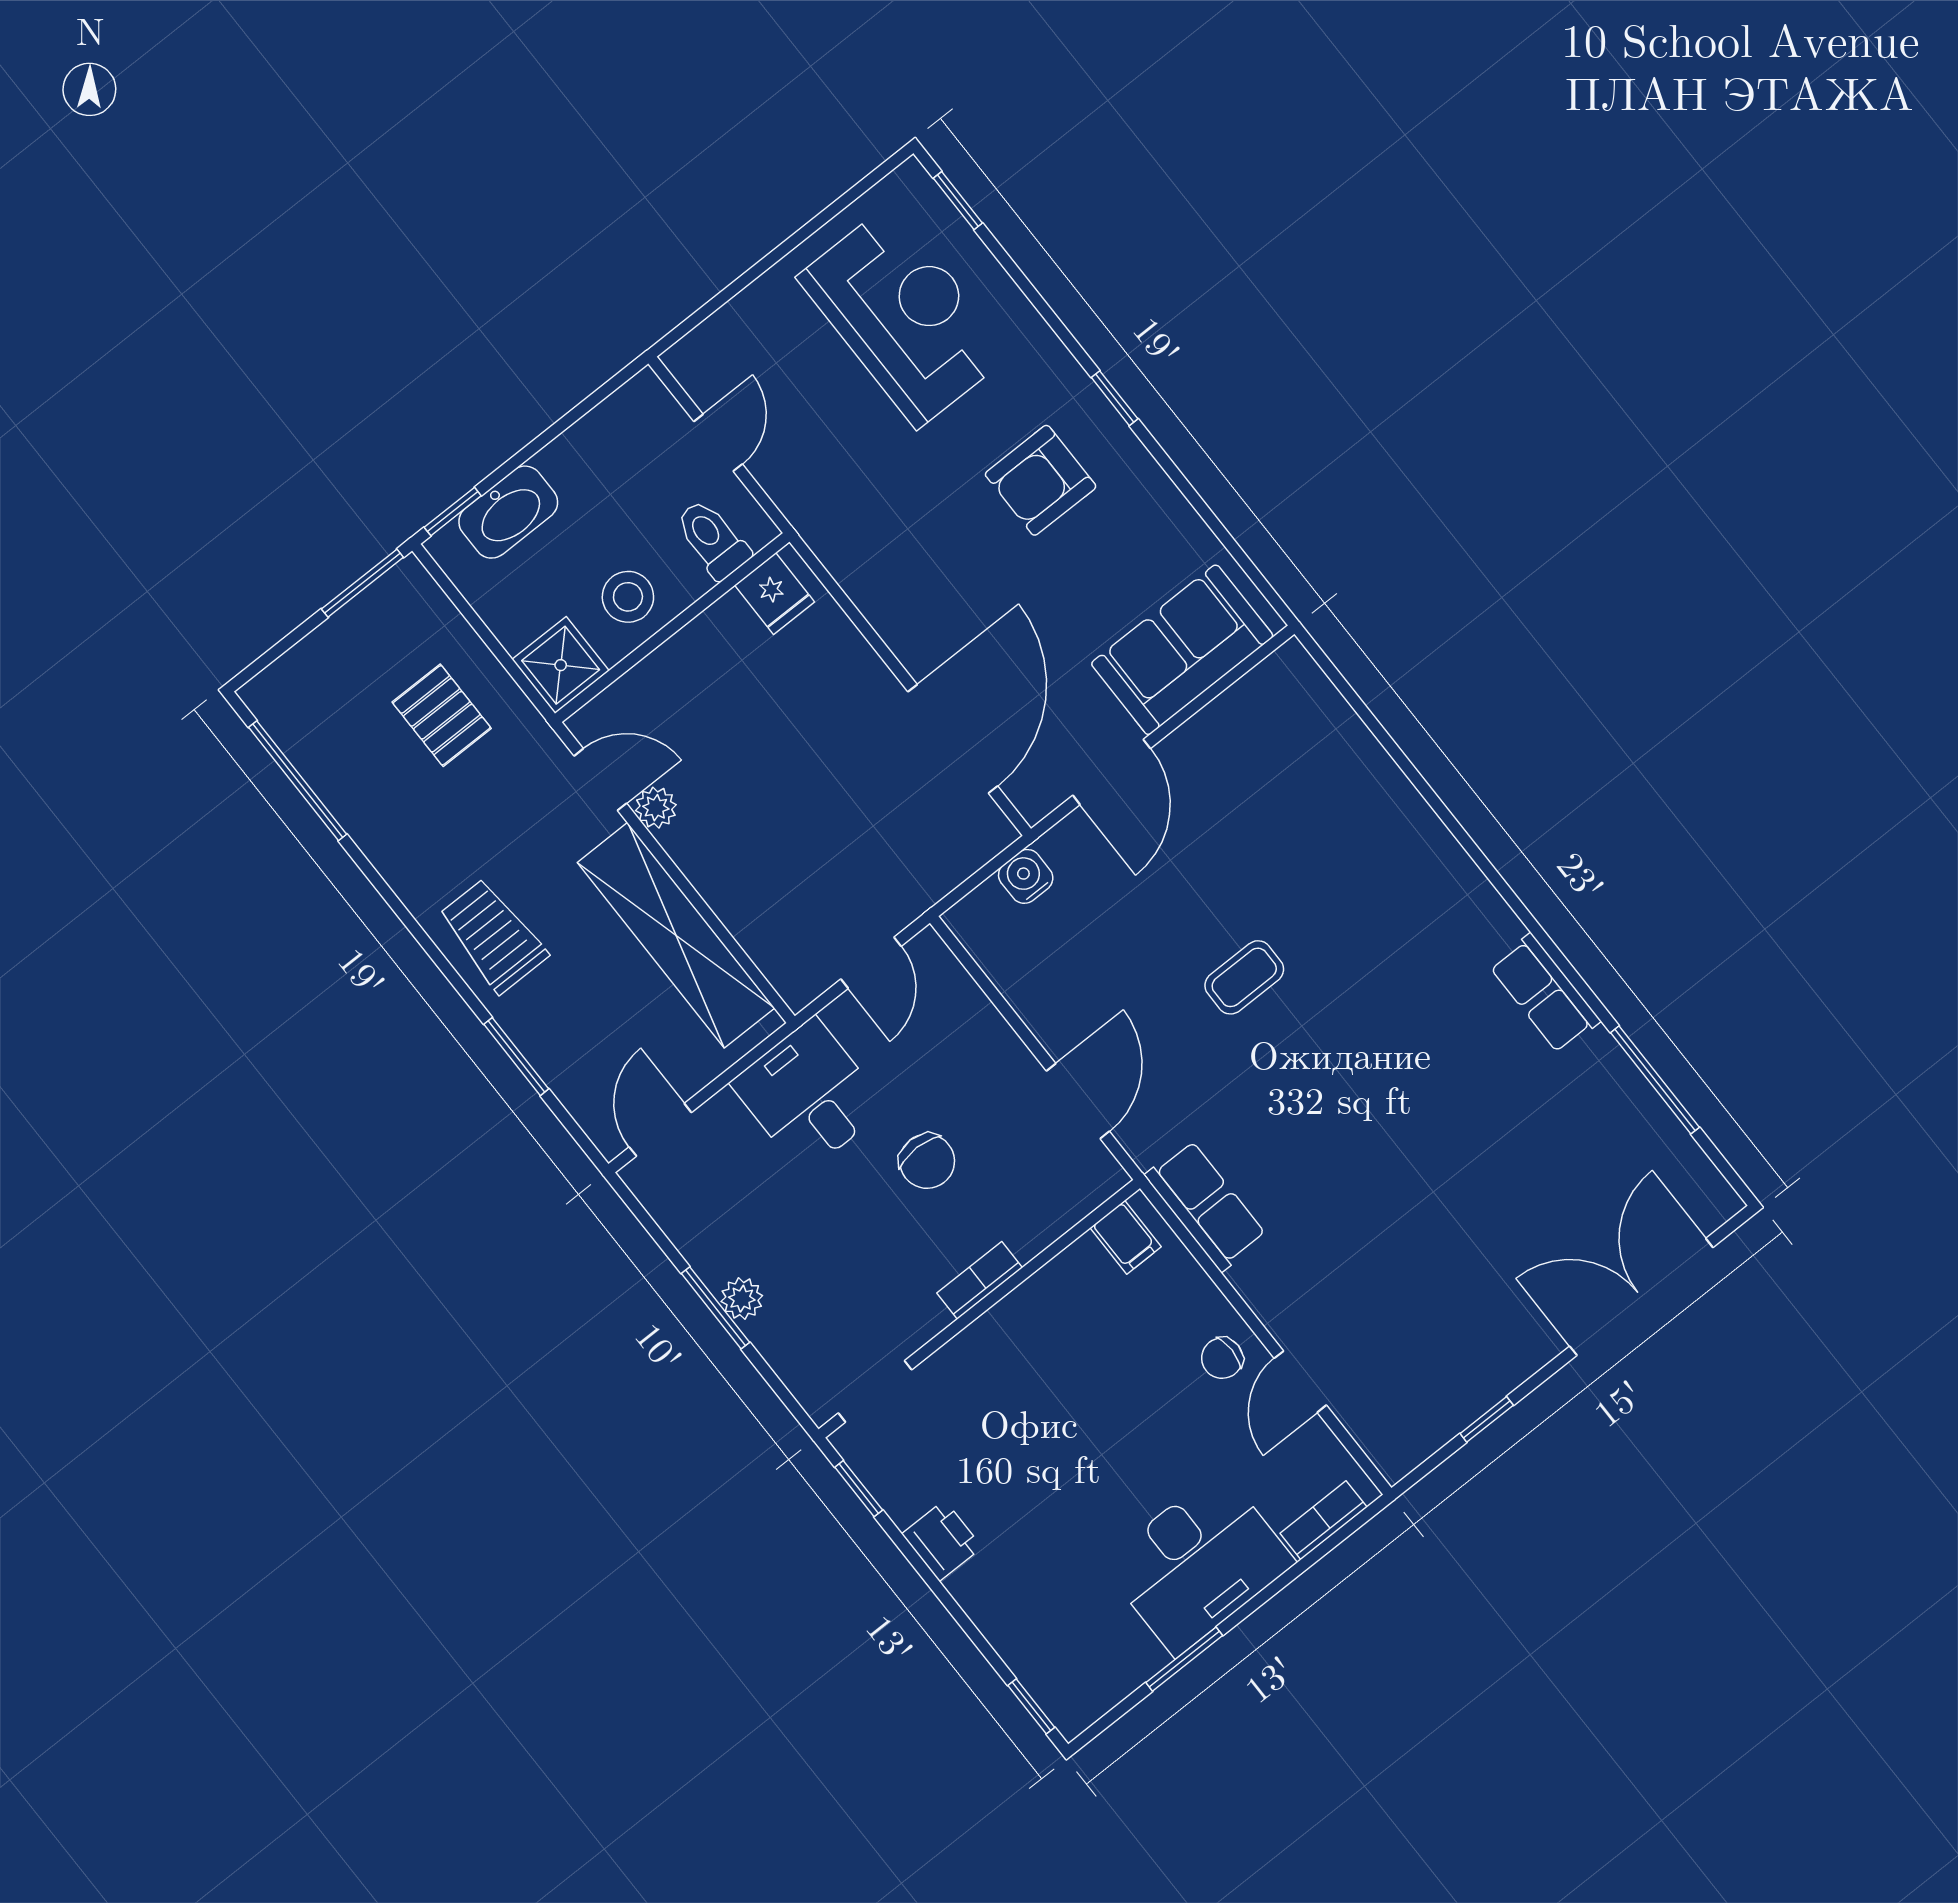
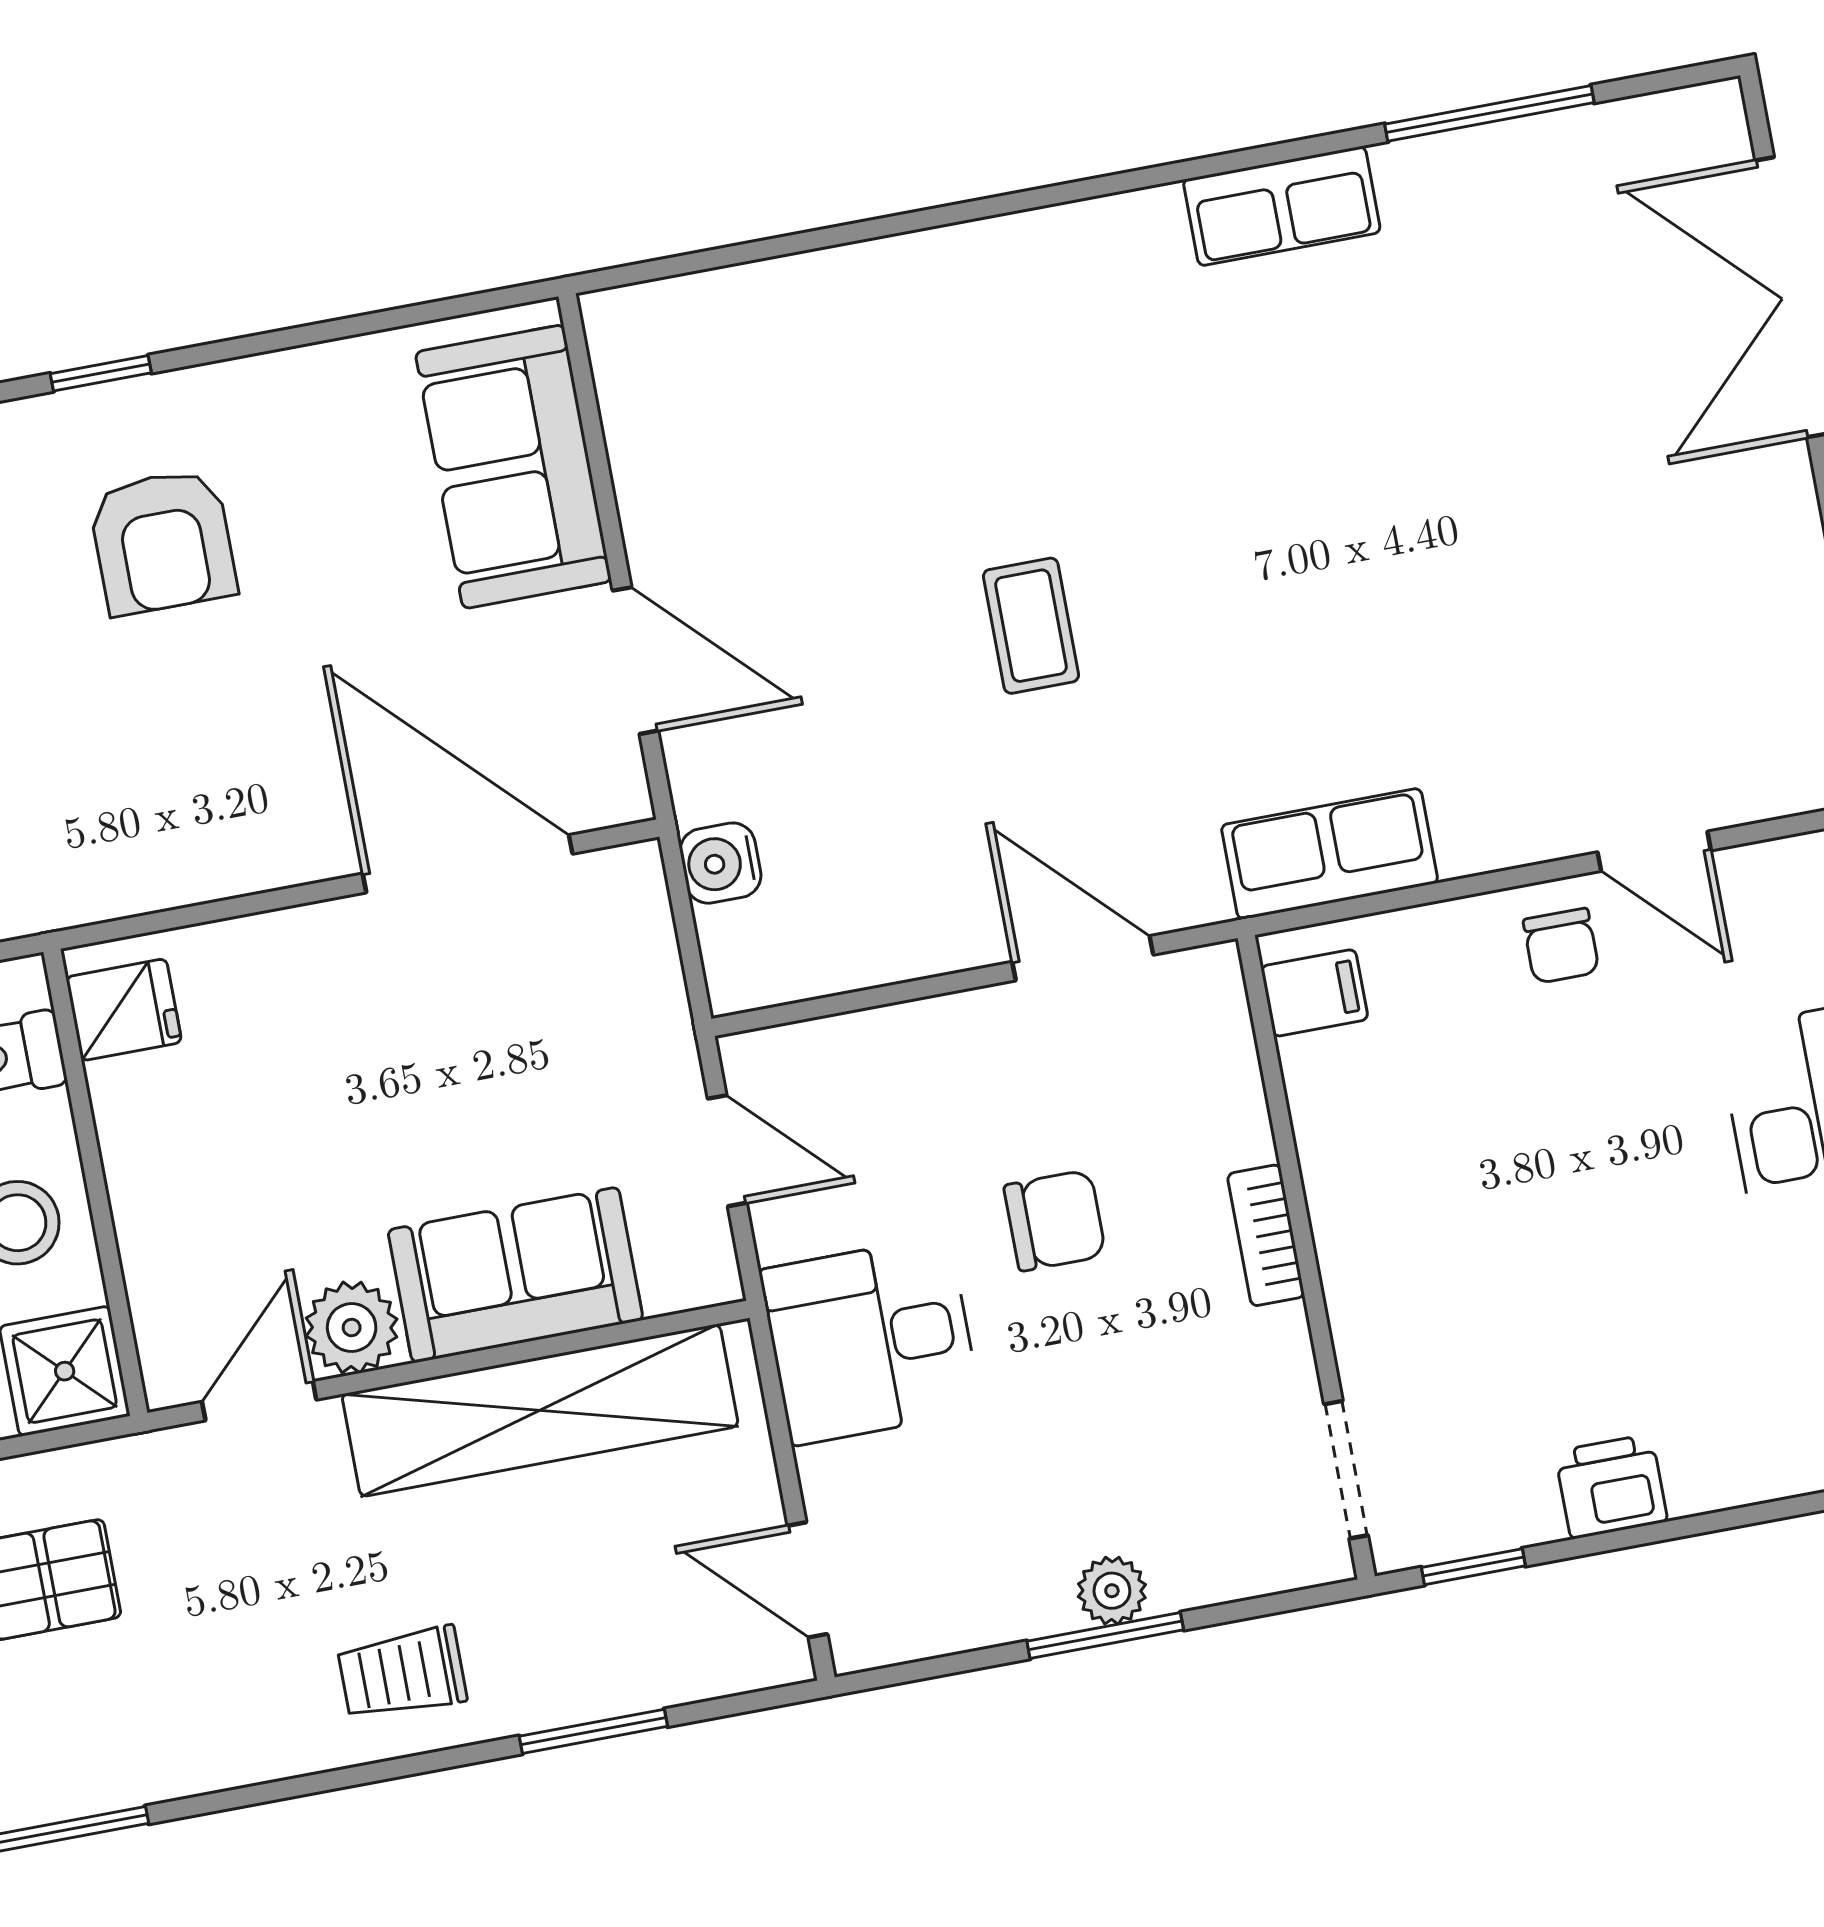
plant: (656, 808) -> (352, 1327), width x1.38, depth x1.38
sofa: (743, 883) -> (515, 1275), added
trolley: (493, 936) -> (402, 1673), width x0.73, depth x0.72

